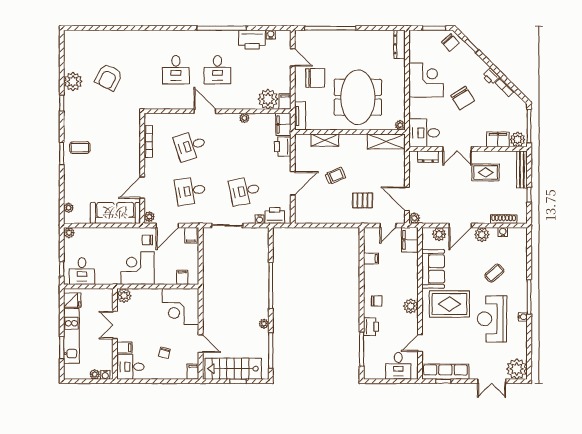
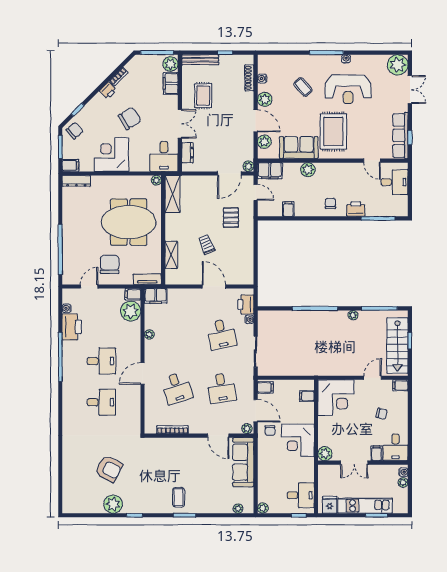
filing cabinet: (415, 38) -> (70, 165), added
printer: (283, 147) -> (177, 296), removed
plant: (411, 306) -> (308, 170), moved

